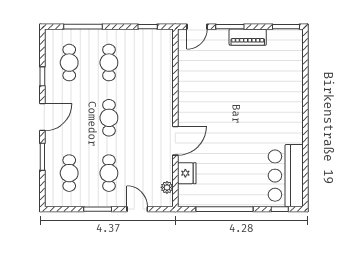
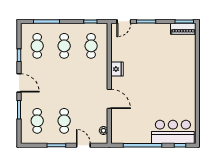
piano: (248, 37) -> (183, 29), moved
door: (42, 117) -> (19, 83), hinge flipped
cafe table: (109, 118) -> (91, 46), moved
door: (175, 141) -> (109, 99), hinge flipped
fridge: (187, 173) -> (117, 69), moved
bar counter: (286, 176) -> (173, 132), moved, turned 90

